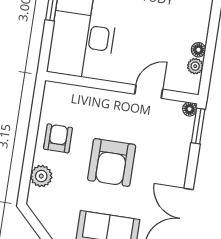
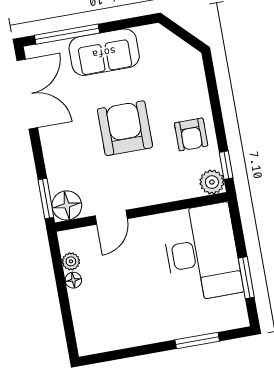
window: (37, 103) -> (226, 165), added
floor lamp: (190, 109) -> (67, 205), width x1.89, depth x1.89
plant: (41, 176) -> (212, 182), moved

